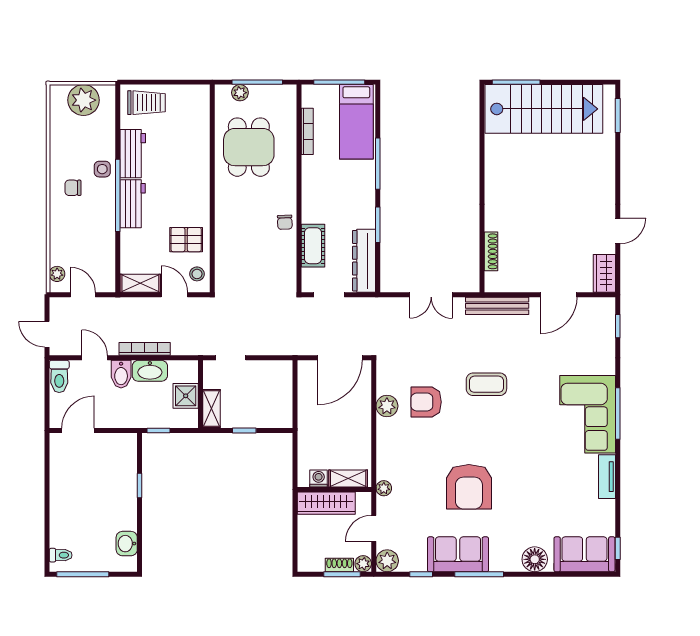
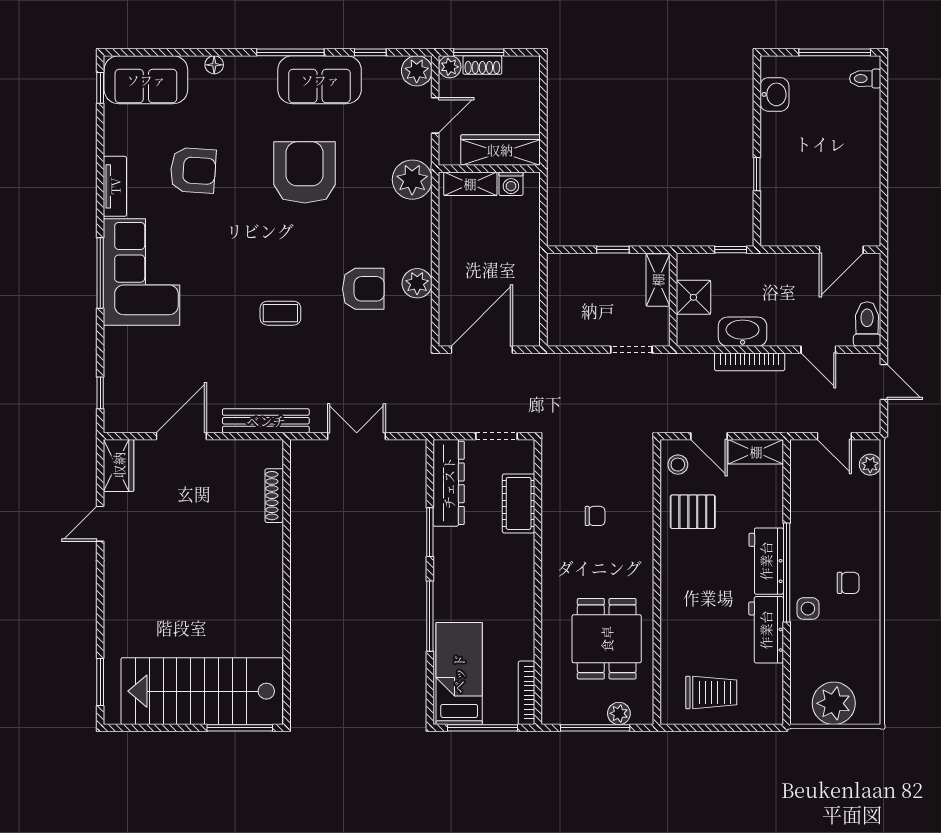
trolley: (147, 103) -> (711, 692), moved, turned 180
bookcase: (307, 131) -> (527, 693), moved
chair: (285, 222) -> (595, 516), moved, turned 92
bidet: (121, 374) -> (782, 327), removed
coffee table: (486, 384) -> (280, 313), width x0.73, depth x0.77
plant: (384, 488) -> (412, 180), width x1.87, depth x1.87
armchair: (550, 488) -> (193, 170), added
floor lamp: (535, 559) -> (214, 65), width x0.53, depth x0.53

